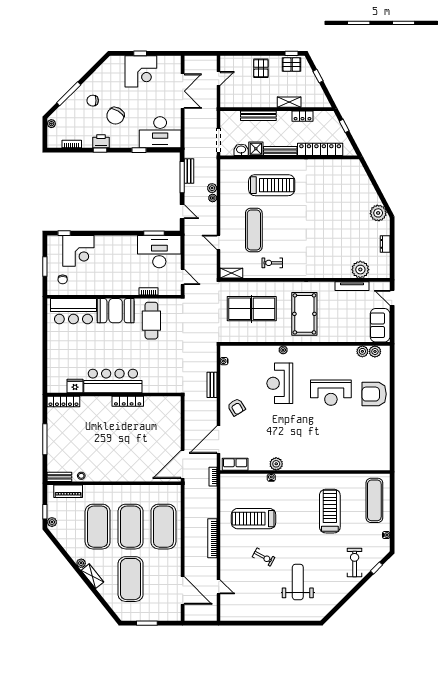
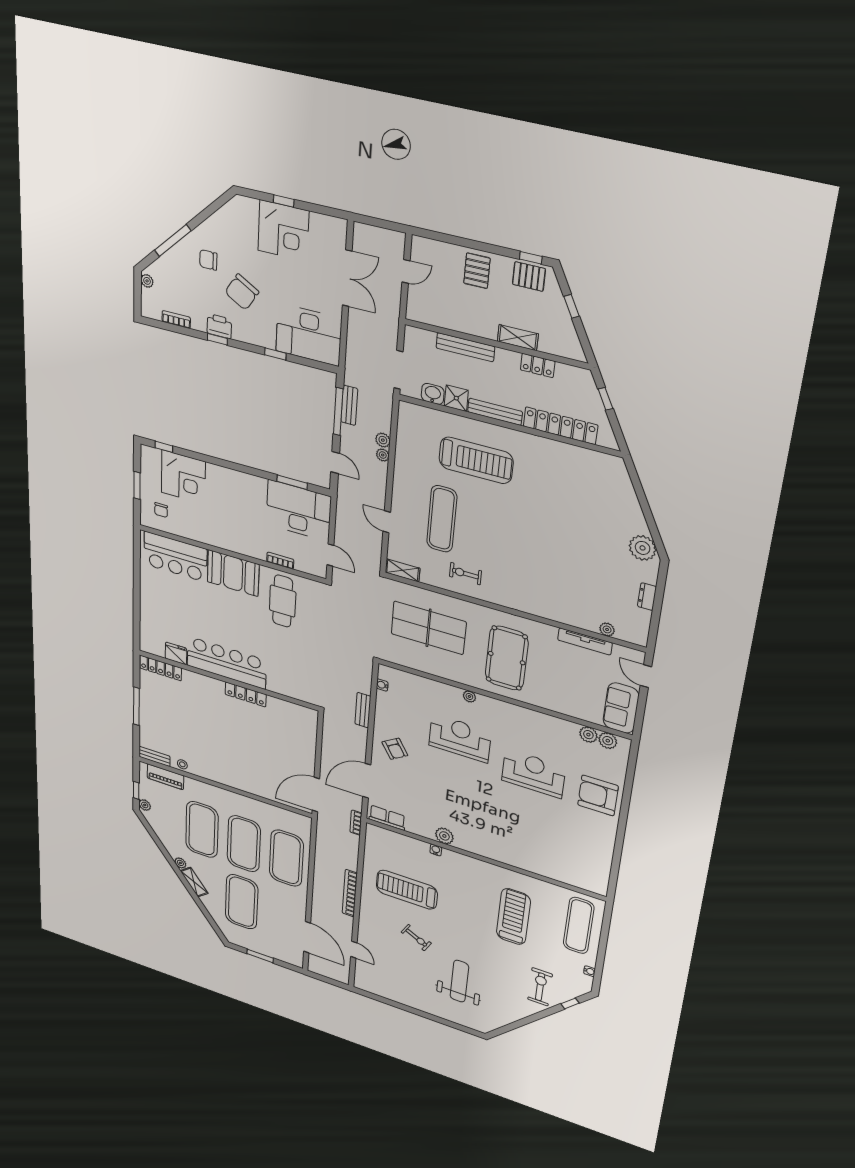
plant: (360, 270) -> (607, 629), width x0.53, depth x0.53
reception desk: (280, 383) -> (460, 738), turned 90
reception desk: (331, 393) -> (534, 773), turned 180

